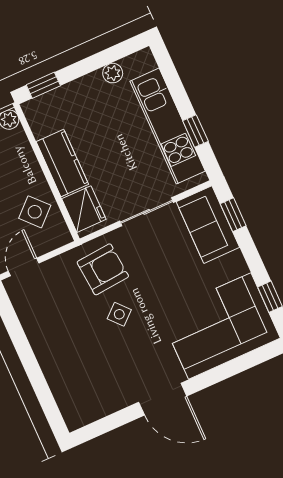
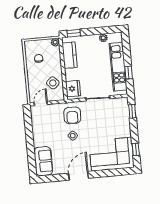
kitchen counter: (62, 163) -> (70, 55), moved
sofa: (208, 225) -> (43, 161), moved, turned 180
armchair: (103, 269) -> (72, 115), turned 97
door: (163, 399) -> (79, 176), swing flipped

